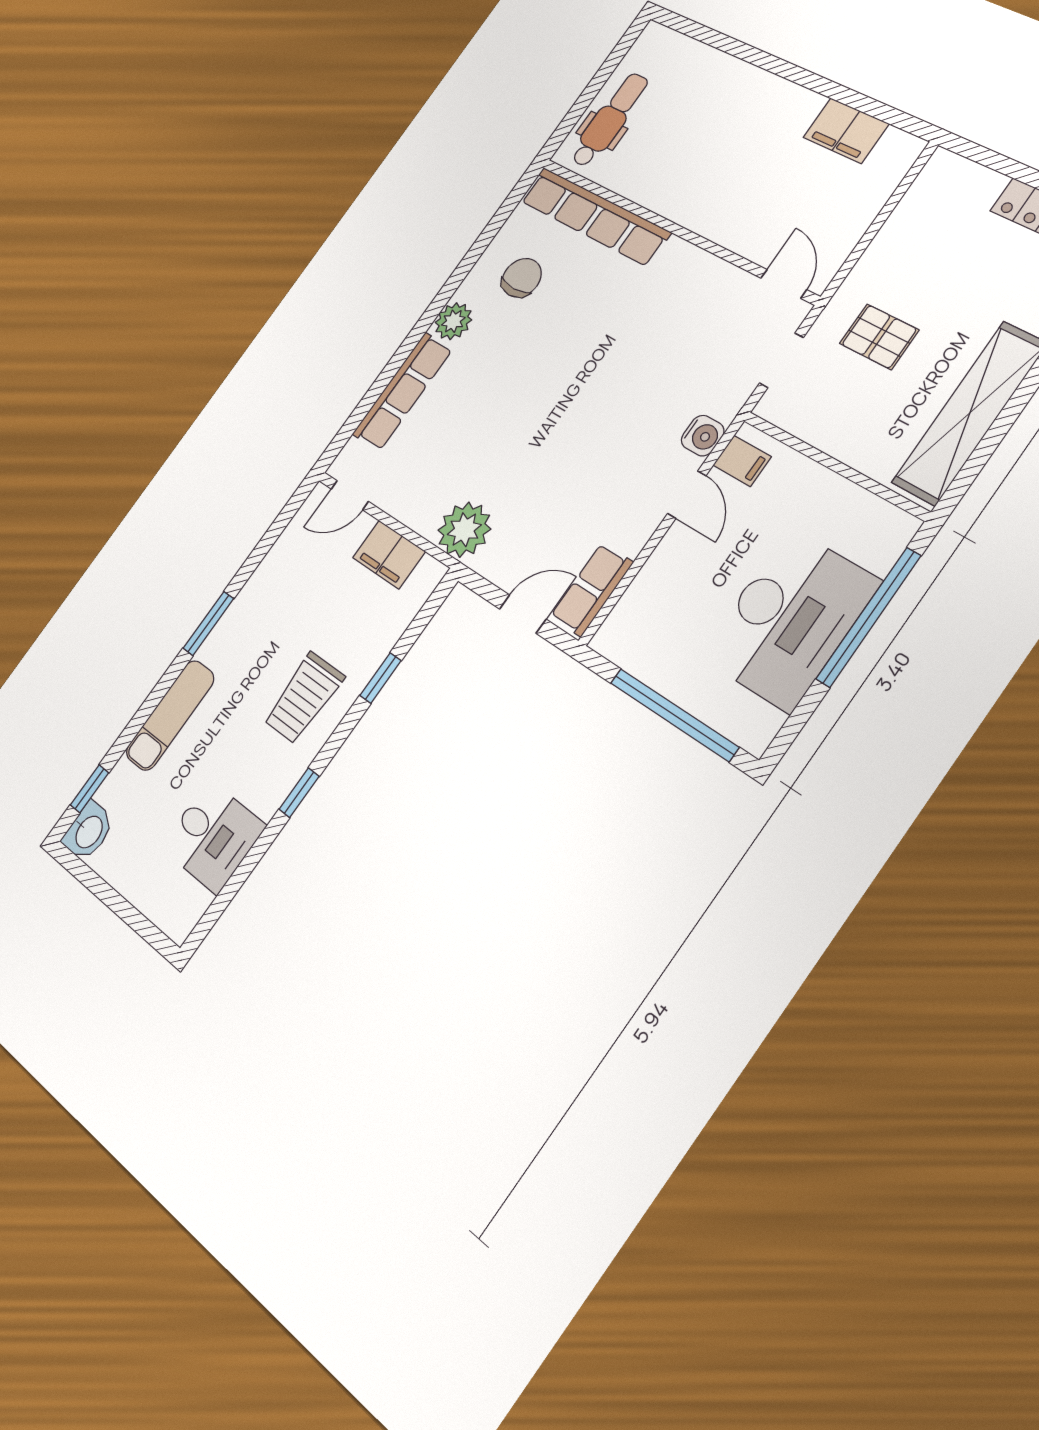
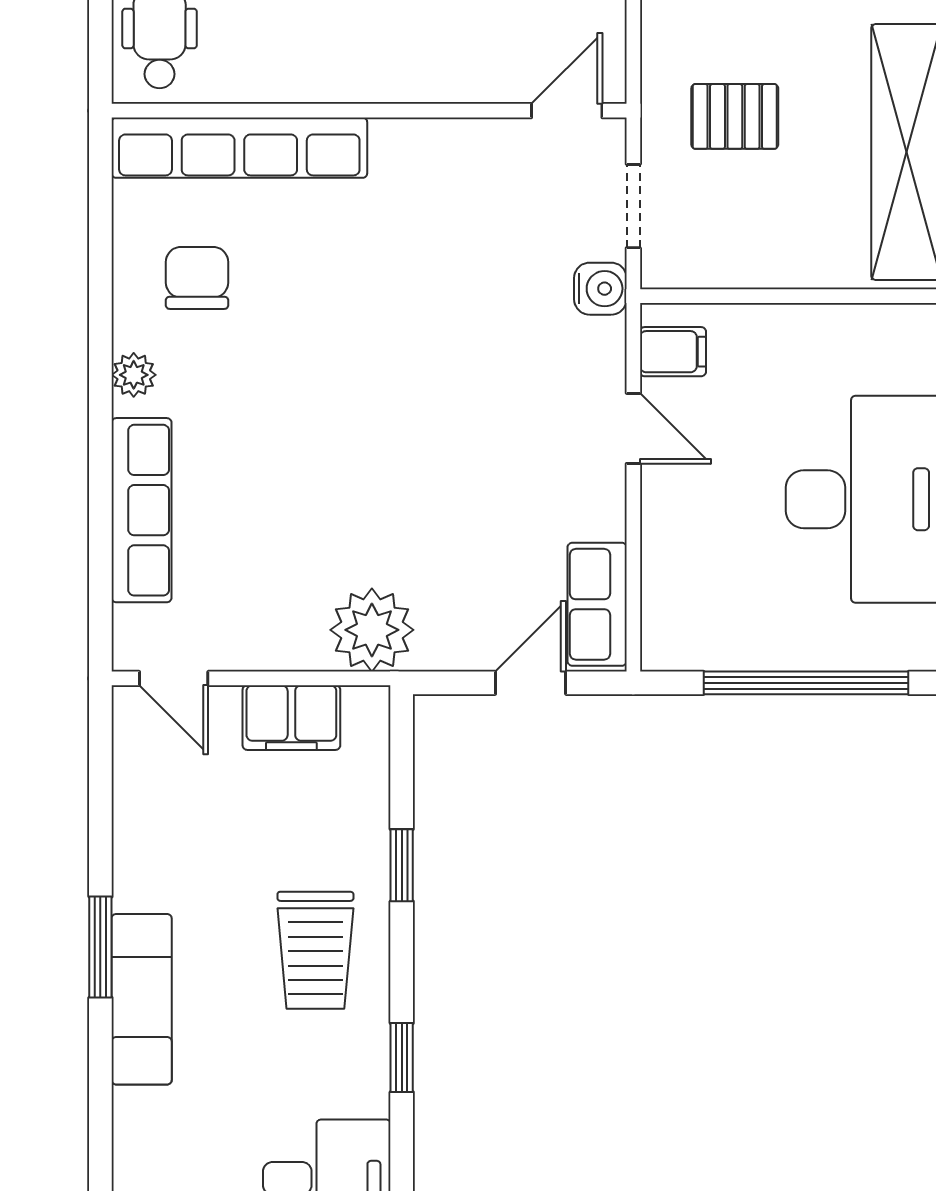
door: (784, 284) -> (567, 111), hinge flipped
plant: (453, 321) -> (134, 375), width x0.73, depth x0.73
water cooler: (703, 436) -> (600, 289), moved
door: (350, 495) -> (174, 678), hinge flipped
exam couch: (170, 715) -> (142, 999), moved

